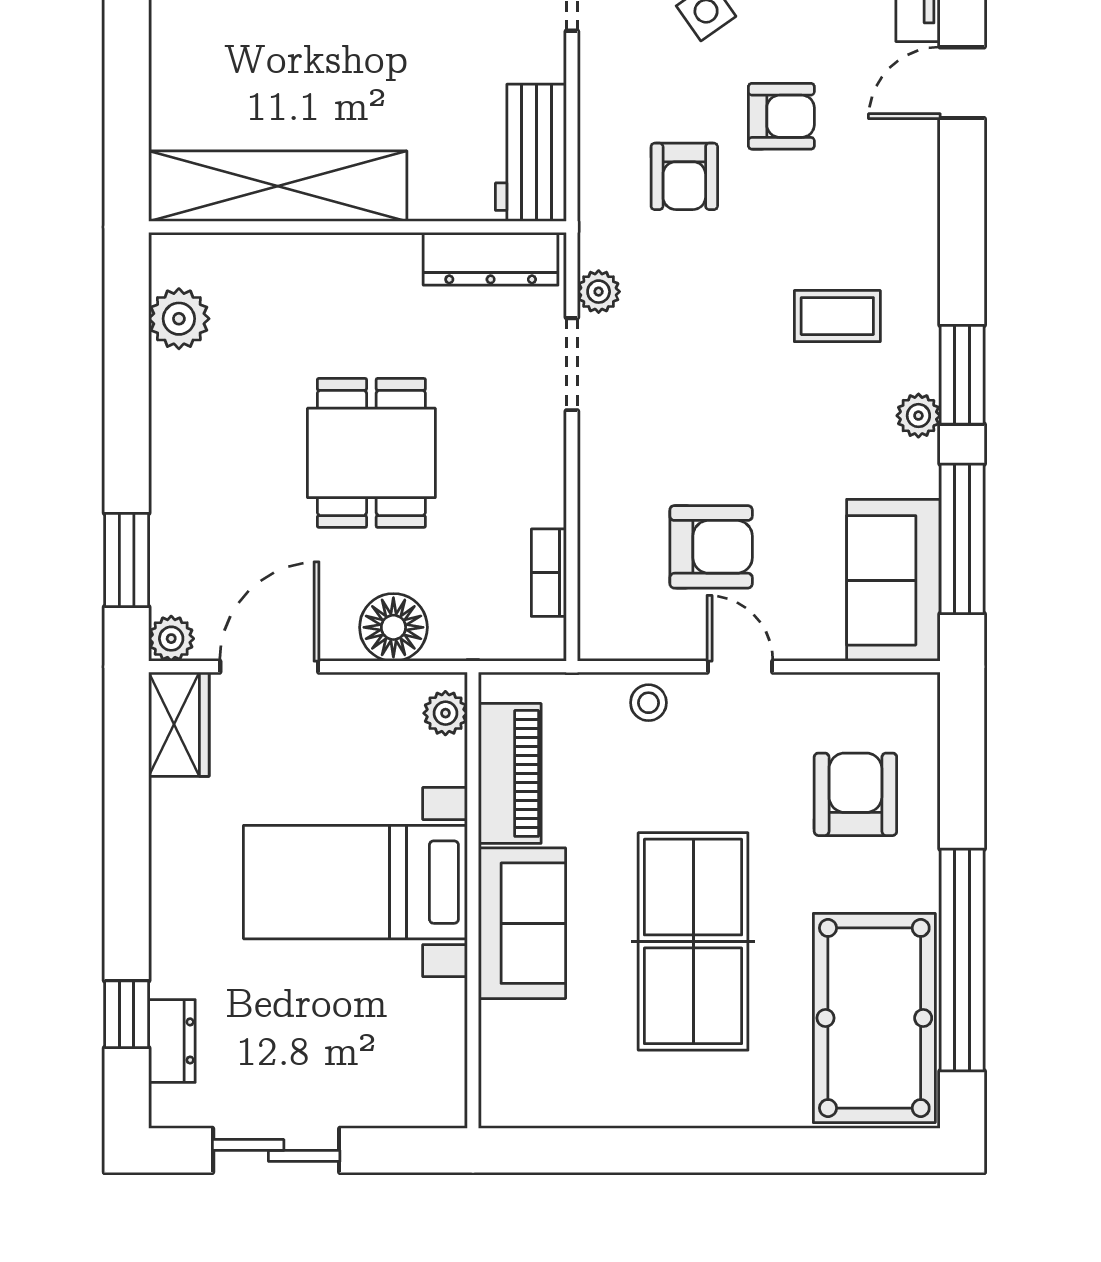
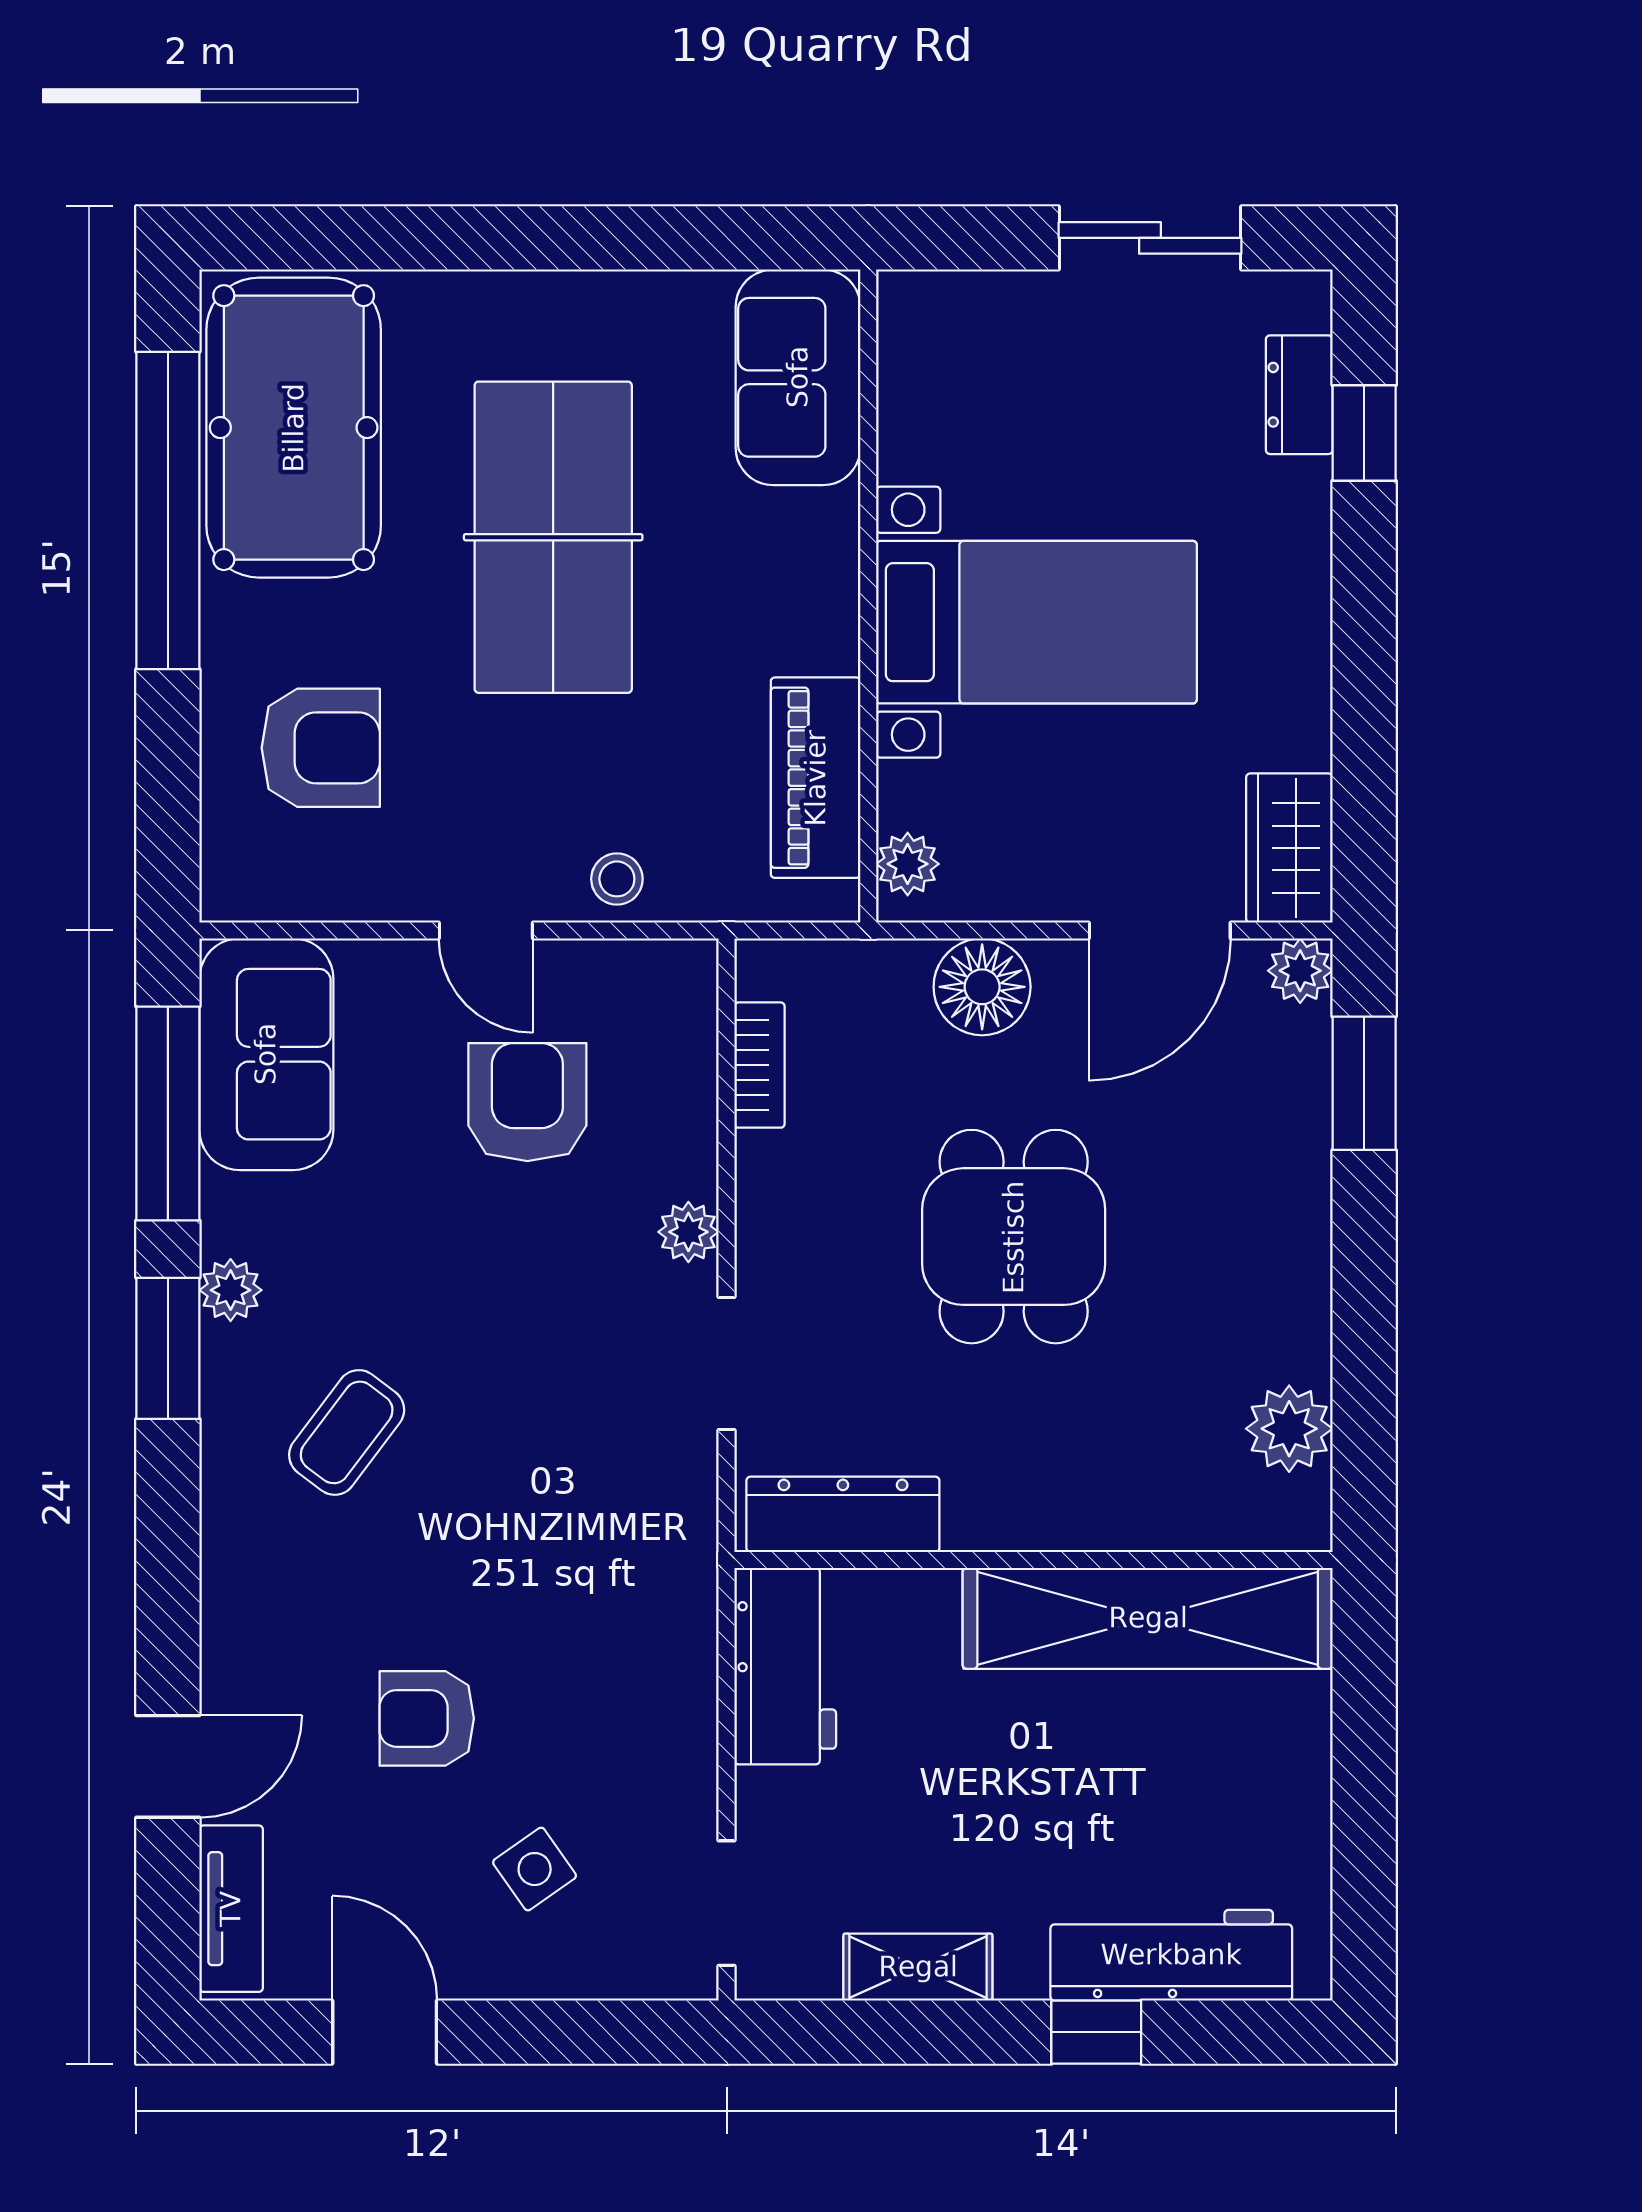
armchair: (684, 176) -> (566, 1632), removed
plant: (599, 292) -> (688, 1232), moved
coffee table: (837, 316) -> (347, 1432), turned -53
armchair: (711, 547) -> (527, 1102), turned 90
armchair: (855, 794) -> (321, 748), turned -90
sofa: (522, 923) -> (798, 377), moved

